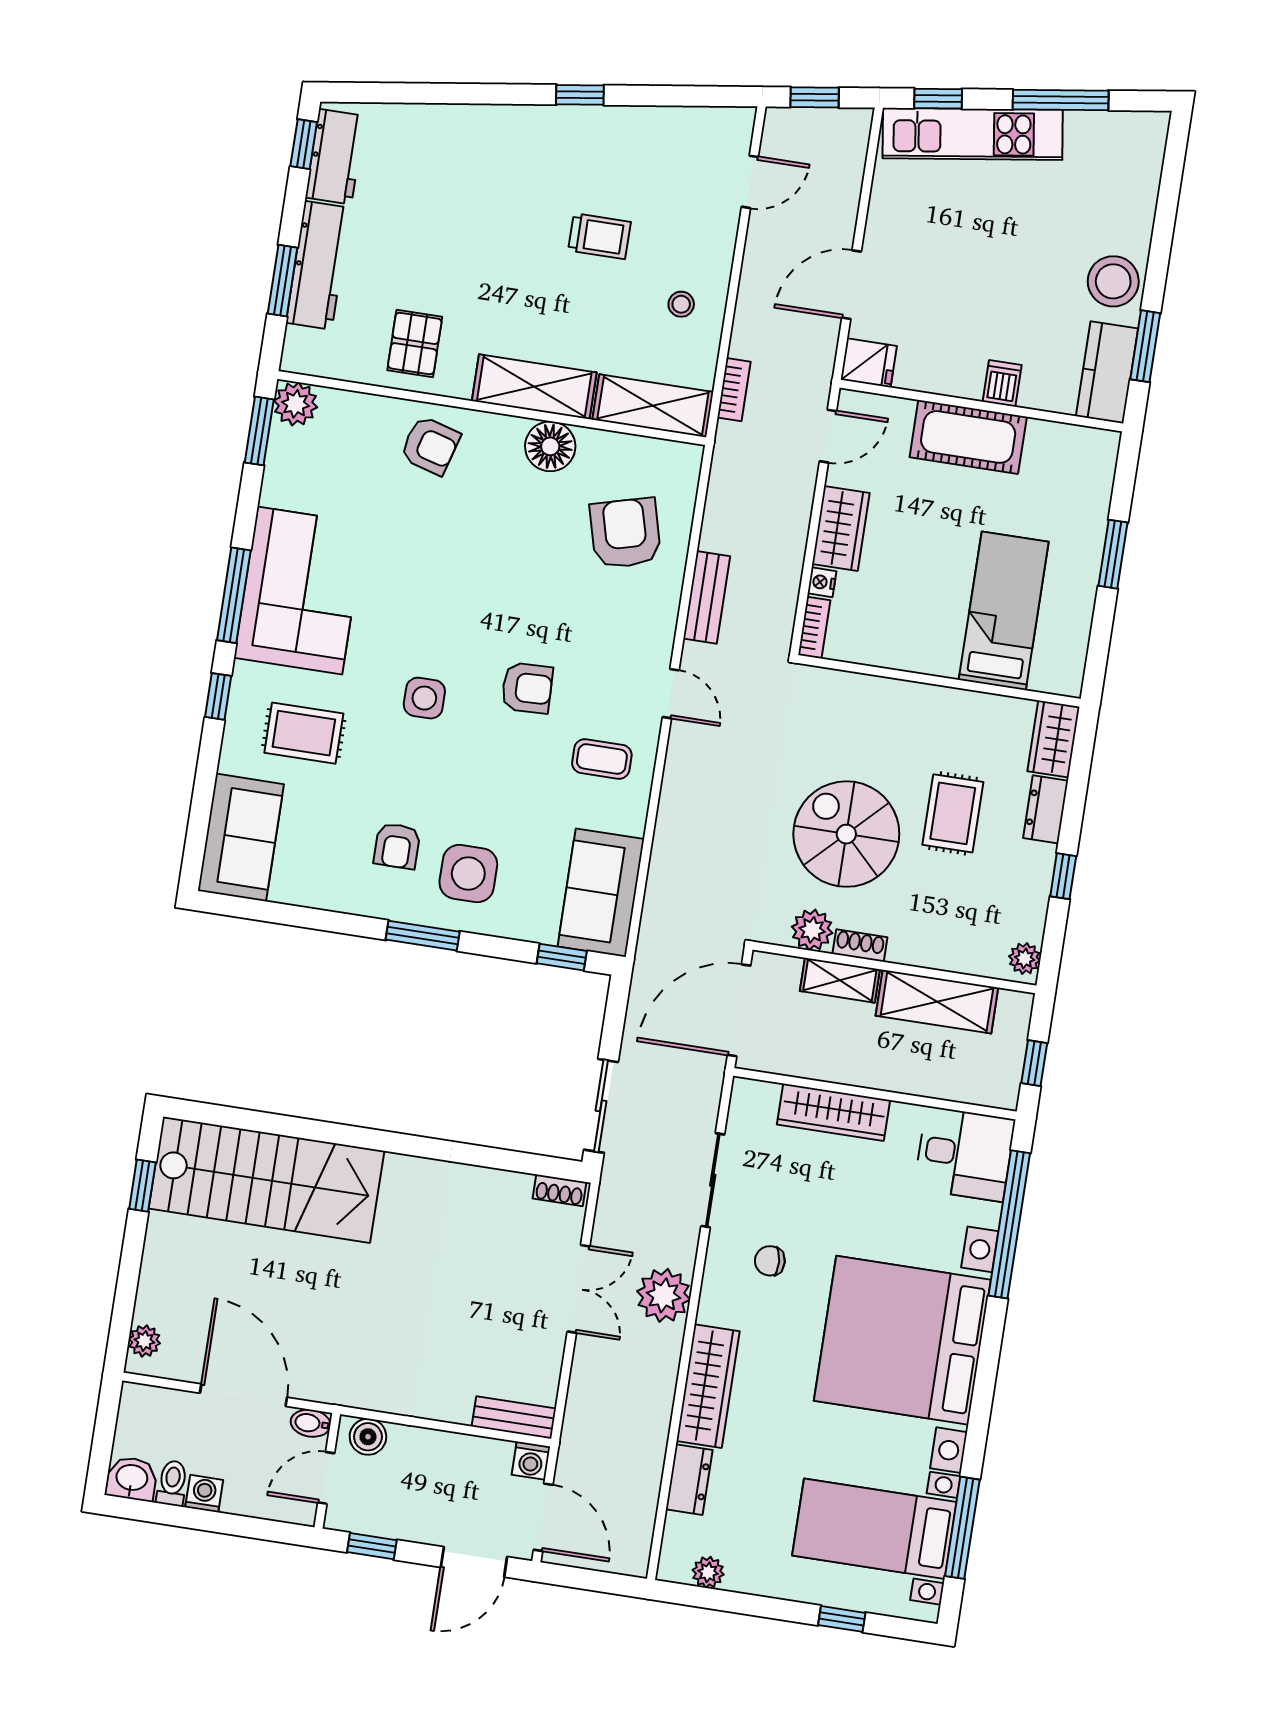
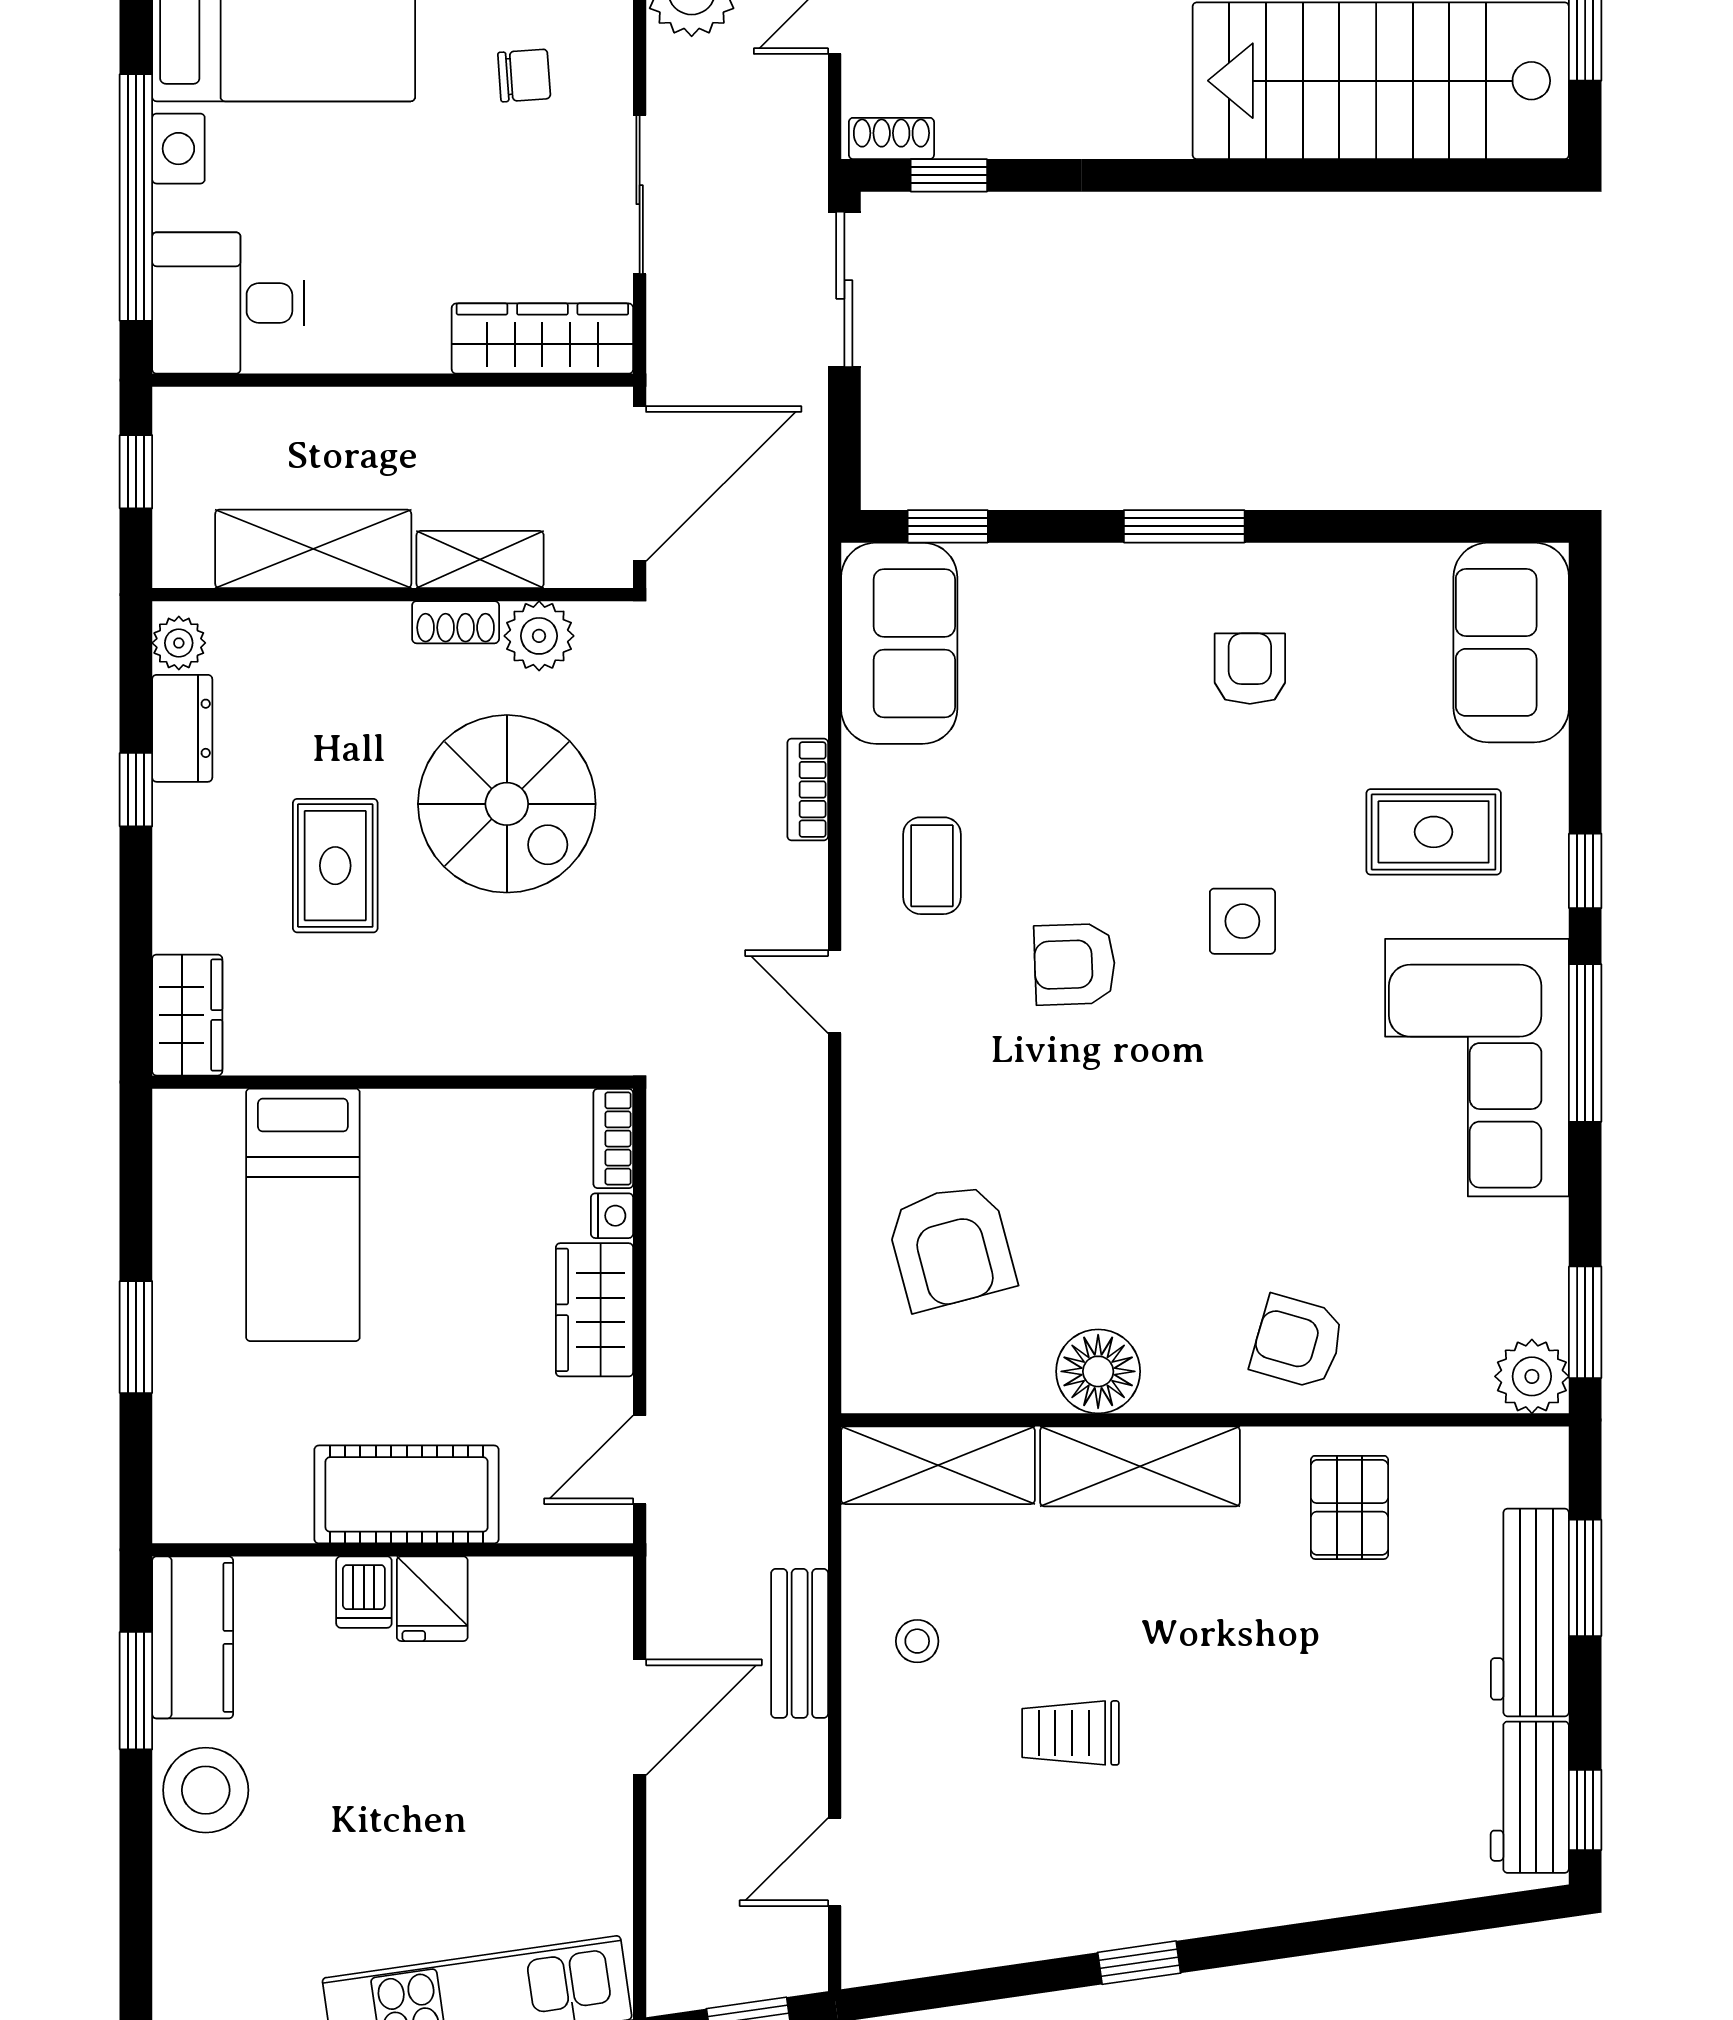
fridge: (869, 363) -> (432, 1599), moved, turned -90
bookcase: (734, 390) -> (808, 790), moved
bench: (707, 597) -> (800, 1643), moved
coffee table: (602, 759) -> (932, 866), turned 90
dresser: (1046, 809) -> (182, 728), moved
side table: (468, 874) -> (1124, 641), removed
wardrobe: (833, 1112) -> (542, 339), moved
window: (529, 1163) -> (949, 175), added

